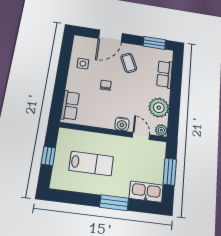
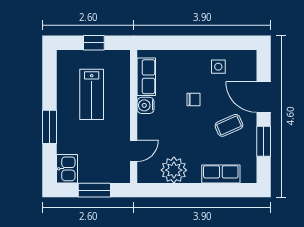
window: (154, 43) -> (264, 141), moved
row of seats: (70, 105) -> (146, 77), moved, turned -90
water cooler: (122, 124) -> (146, 105), moved
plant: (161, 130) -> (145, 176), removed
kitchen sink: (146, 192) -> (67, 169), width x0.73

